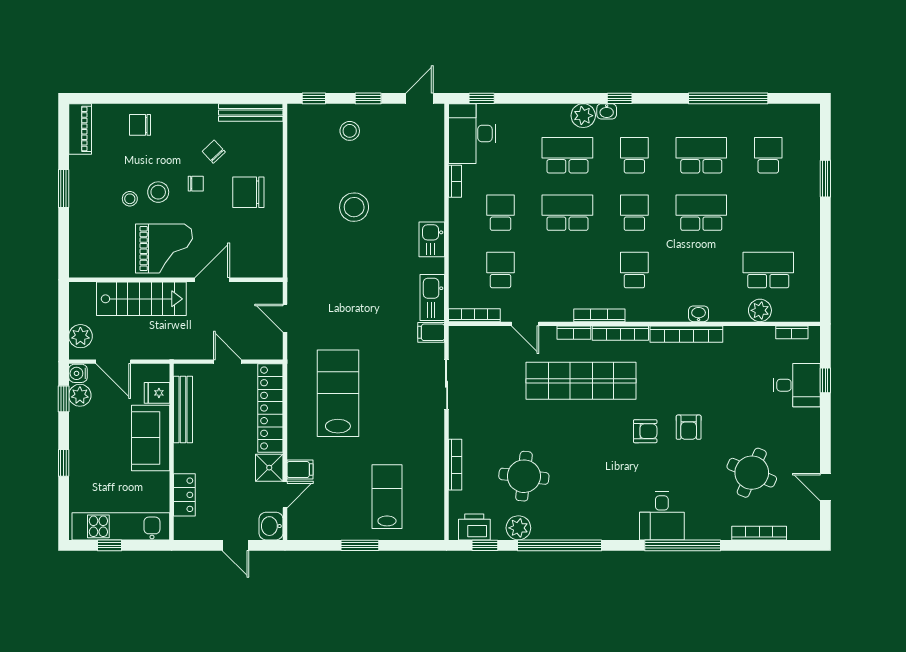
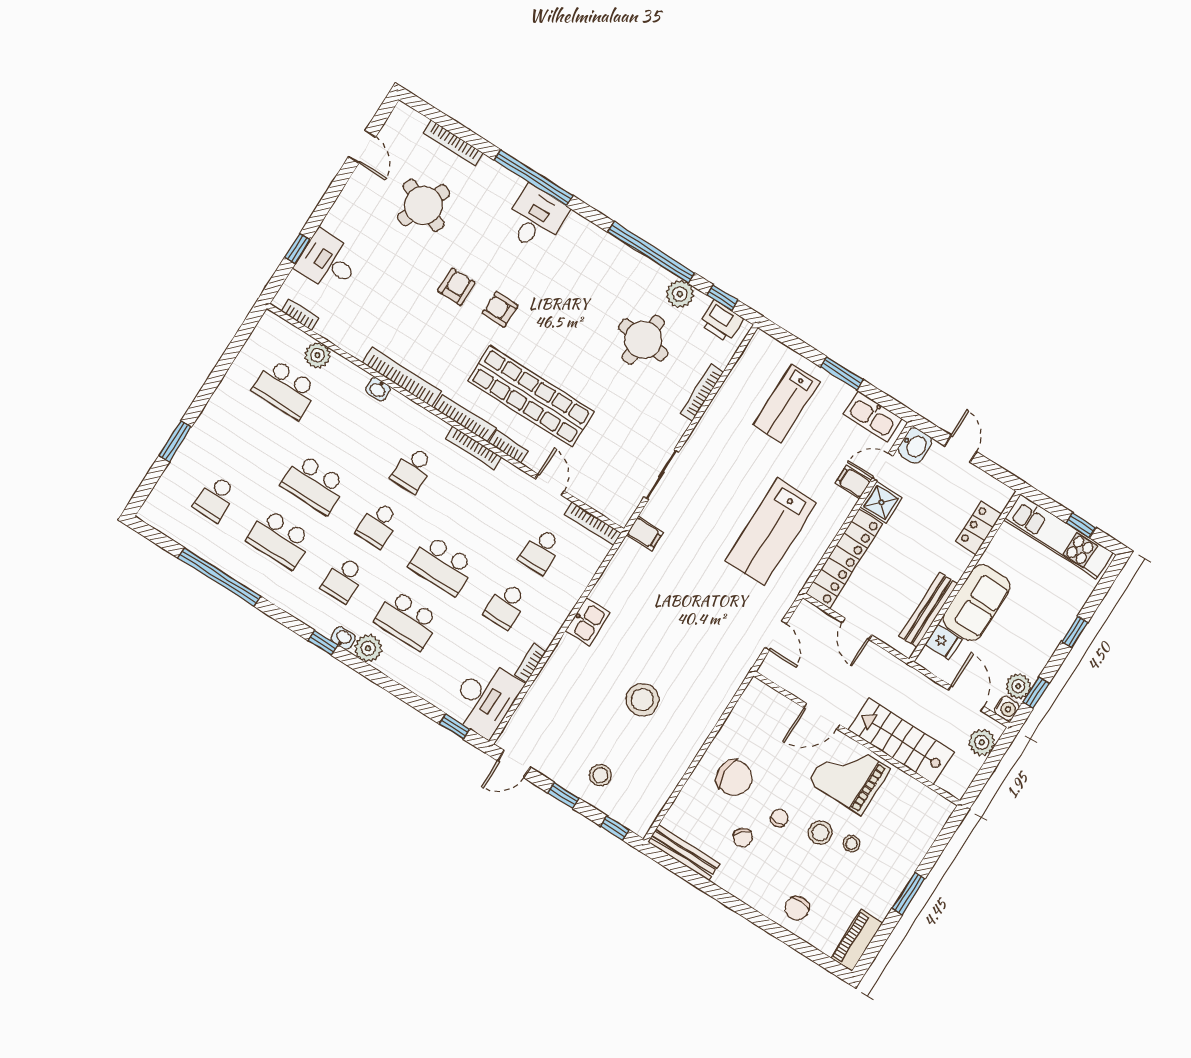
chair: (140, 125) -> (797, 908), turned 90
chair: (196, 184) -> (779, 818), turned 90
kitchen sink: (432, 298) -> (873, 416), moved, turned 90

